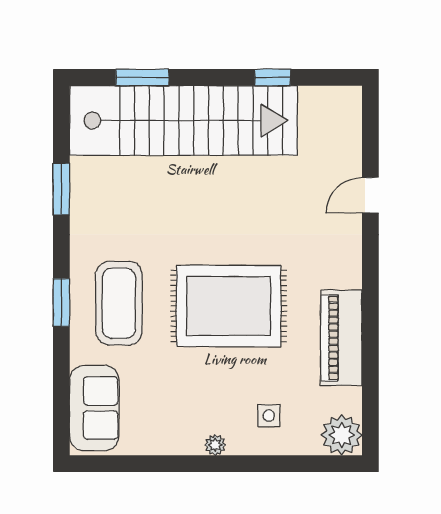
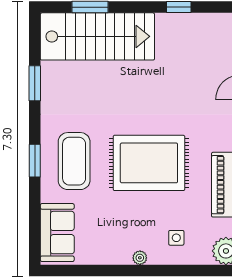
stairs: (183, 121) -> (97, 36), width x0.73

